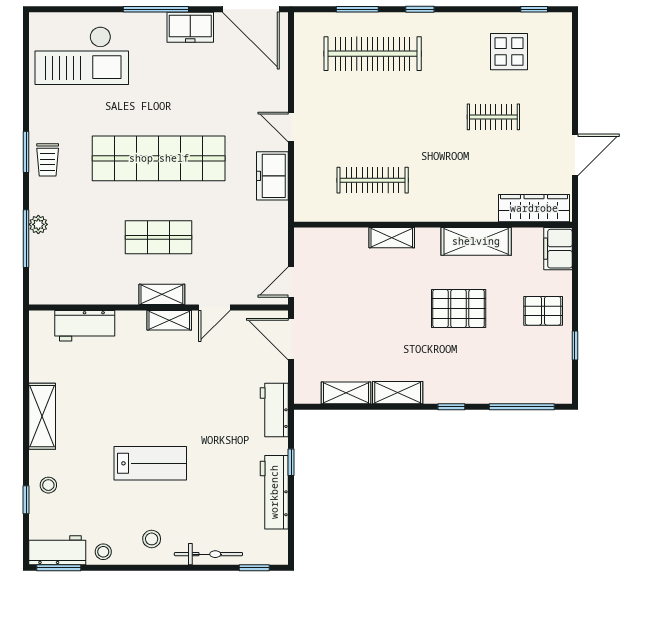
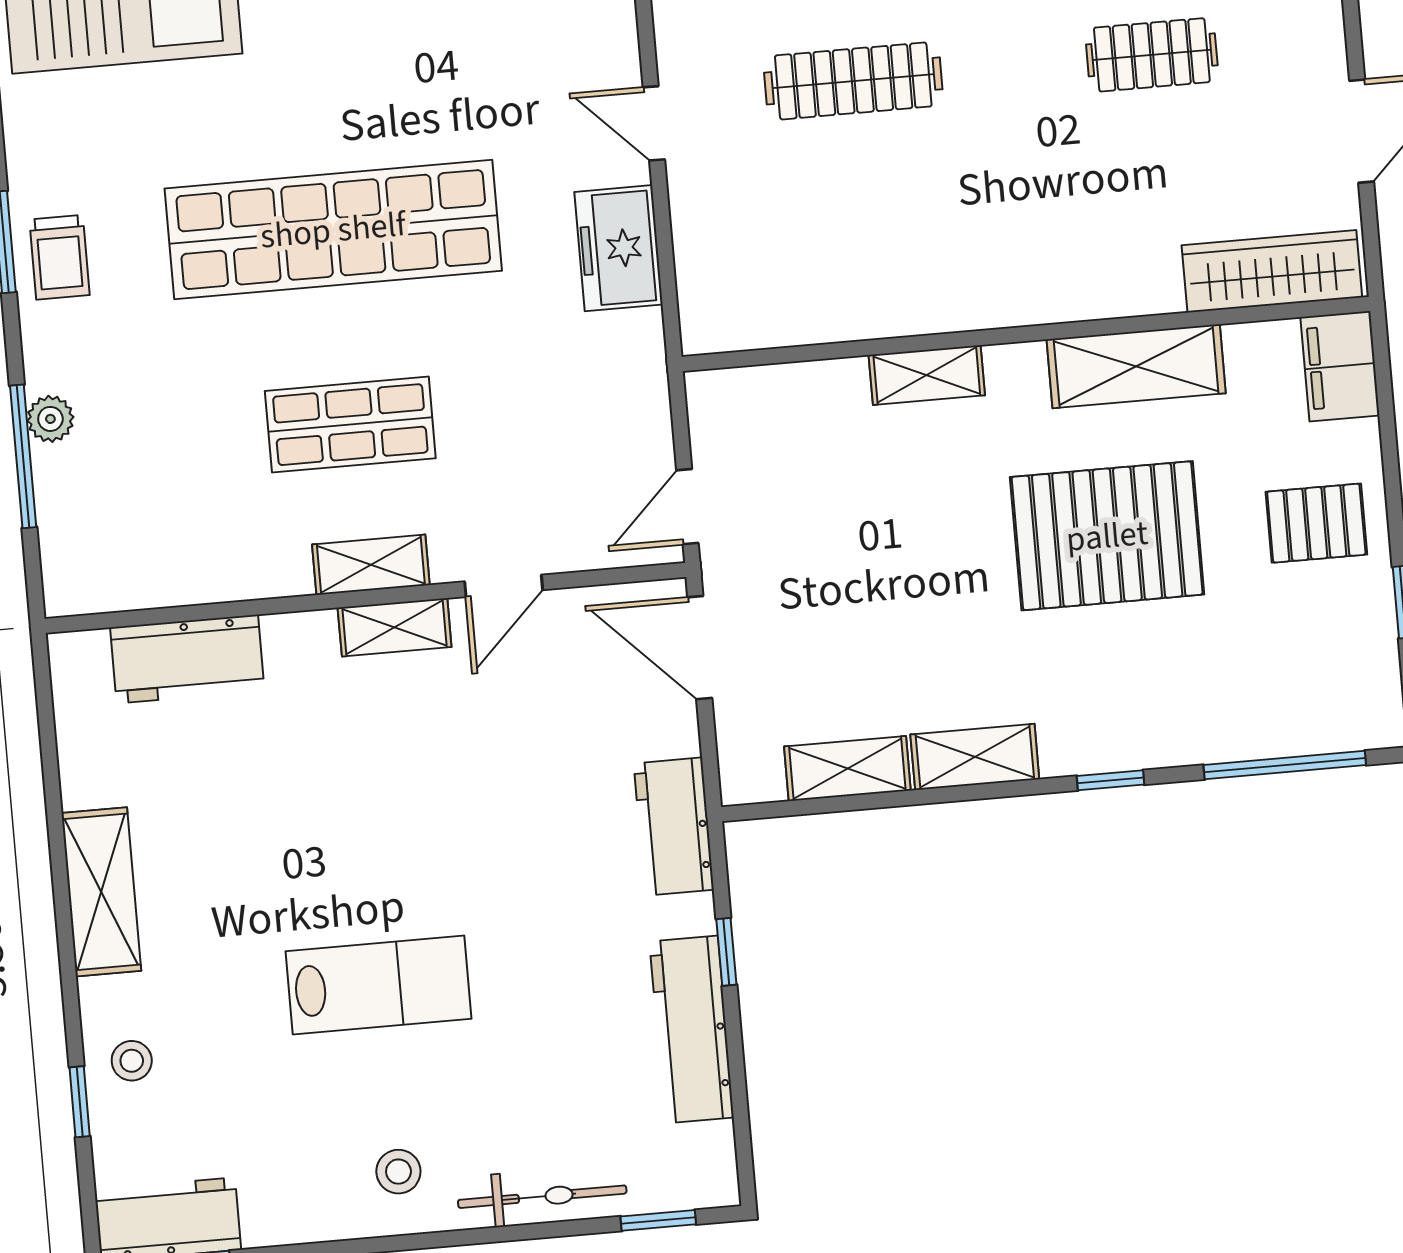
clothes rail: (373, 180) -> (853, 81), moved
pallet: (459, 309) -> (1107, 536), width x1.37, depth x1.41
stool: (103, 552) -> (282, 1214), removed

